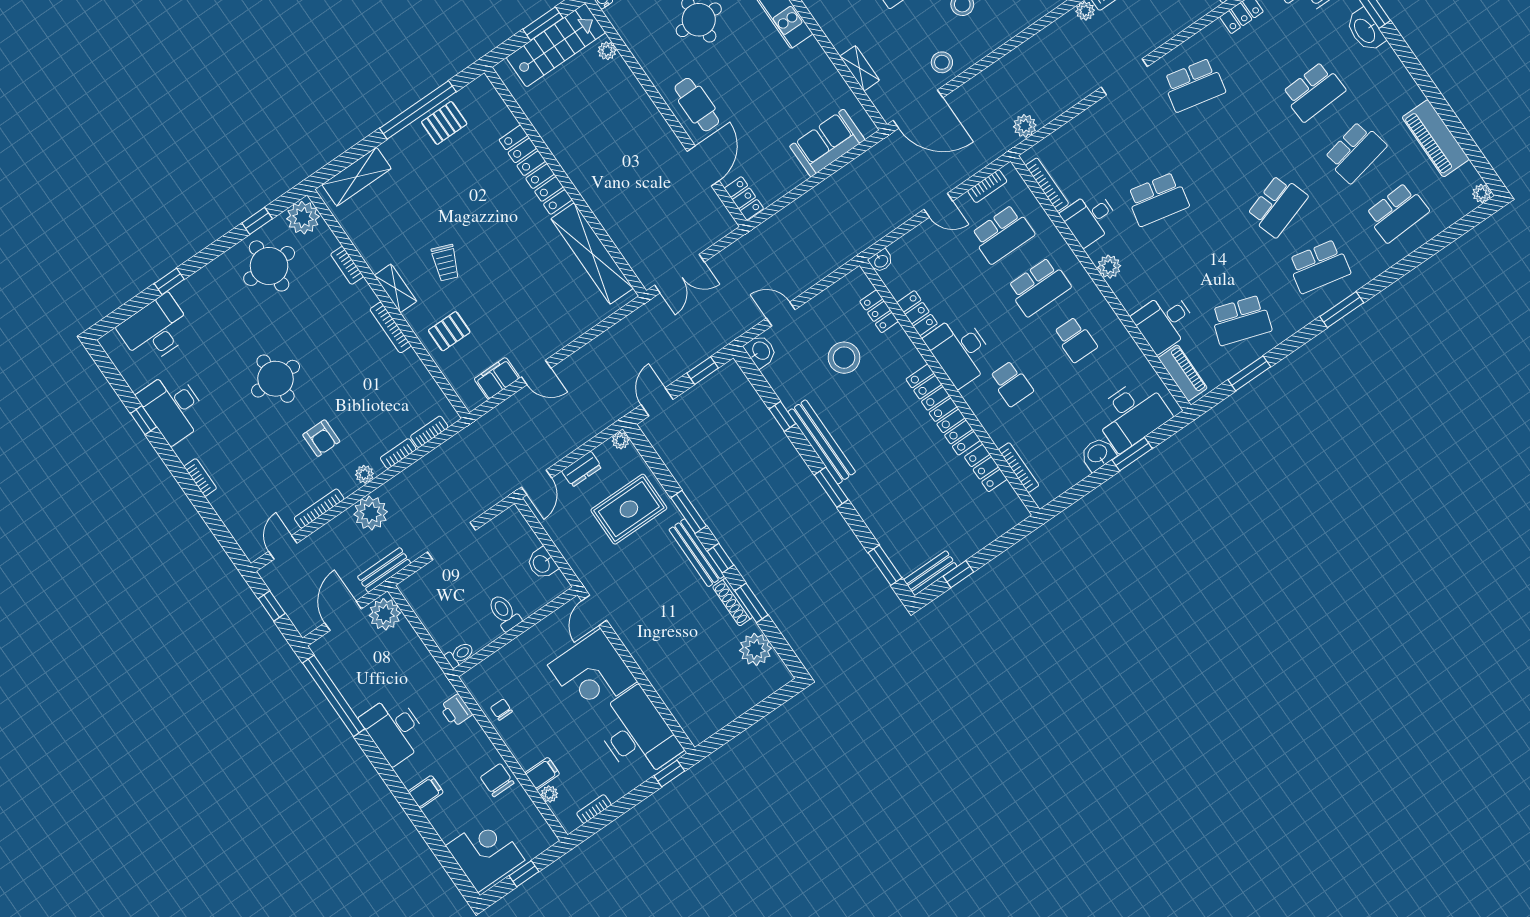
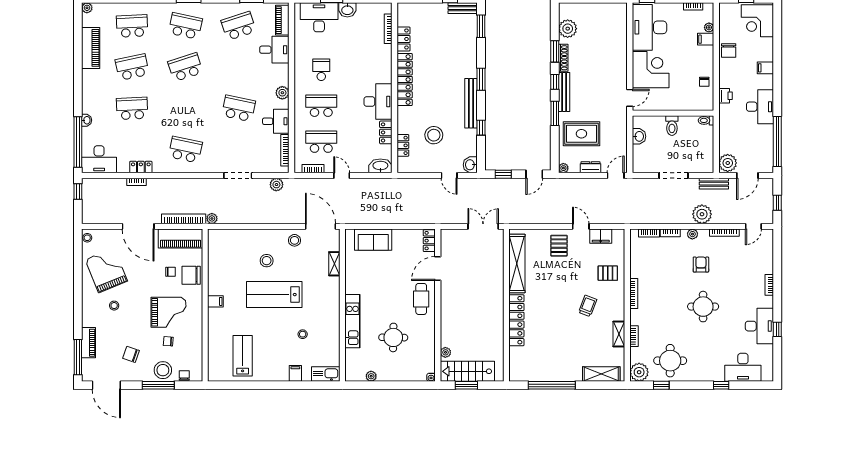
washbasin: (1365, 30) -> (87, 120), width x0.52, depth x0.69
doorway: (1124, 77) -> (238, 175), moved
pallet: (444, 123) -> (559, 246), moved, turned 90
washbasin: (881, 261) -> (380, 166), width x1.91, depth x1.45
shelving: (396, 288) -> (619, 334), moved
school desk: (1241, 320) -> (239, 26), turned -36
school desk: (1011, 384) -> (365, 70), removed

